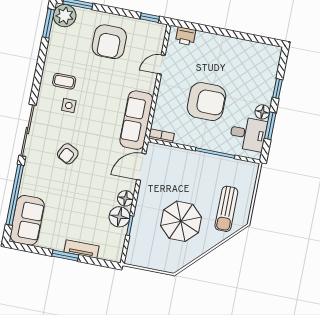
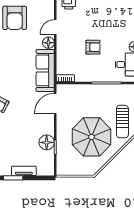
armchair: (206, 102) -> (93, 47), width x0.53, depth x0.53
floor lamp: (126, 198) -> (48, 43), moved
parasol: (181, 221) -> (92, 137), width x1.36, depth x1.36

